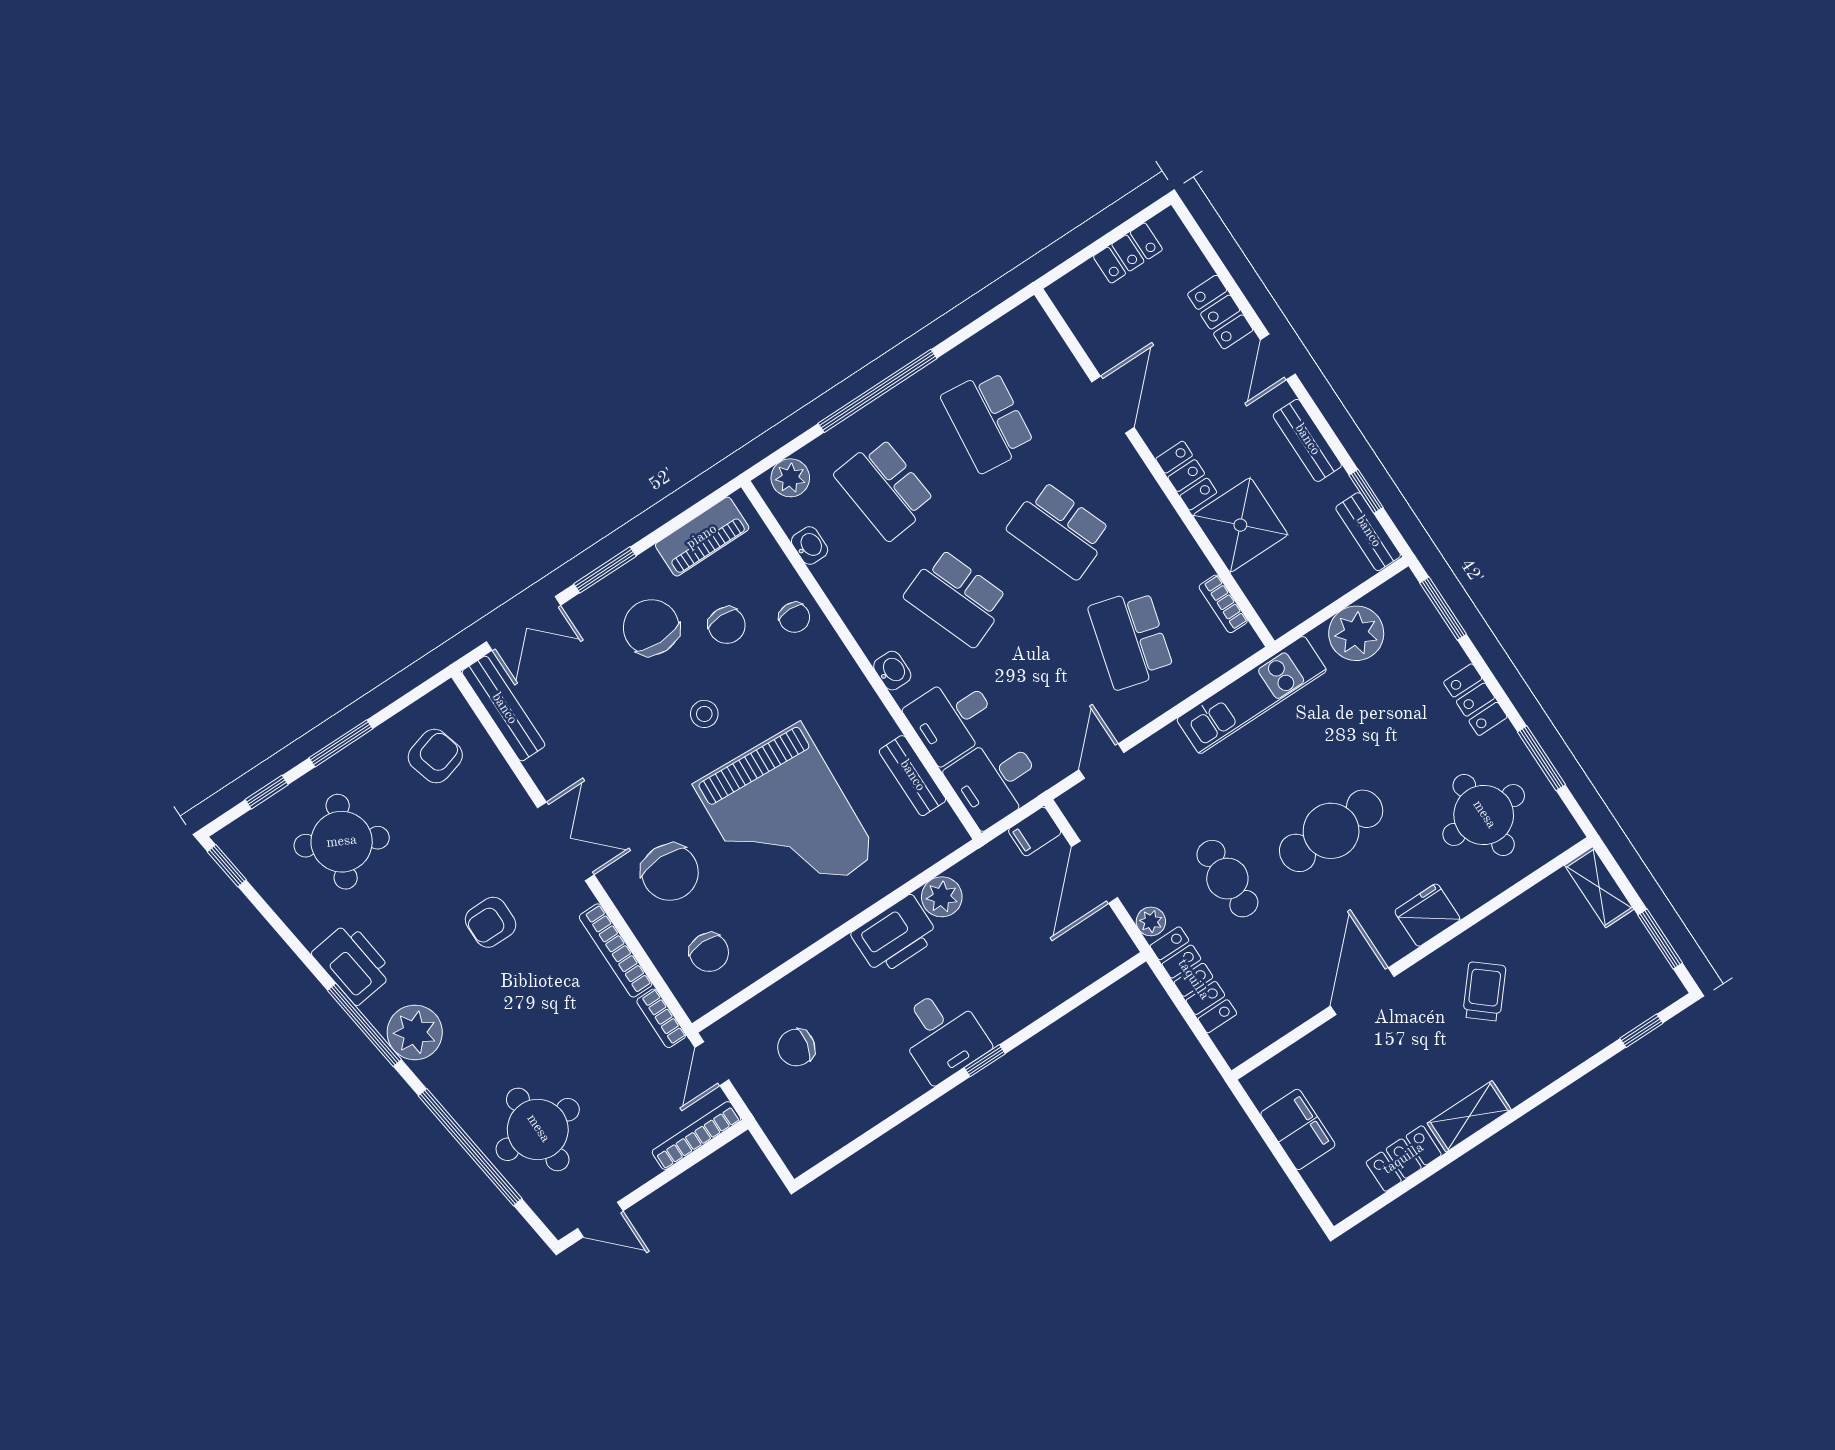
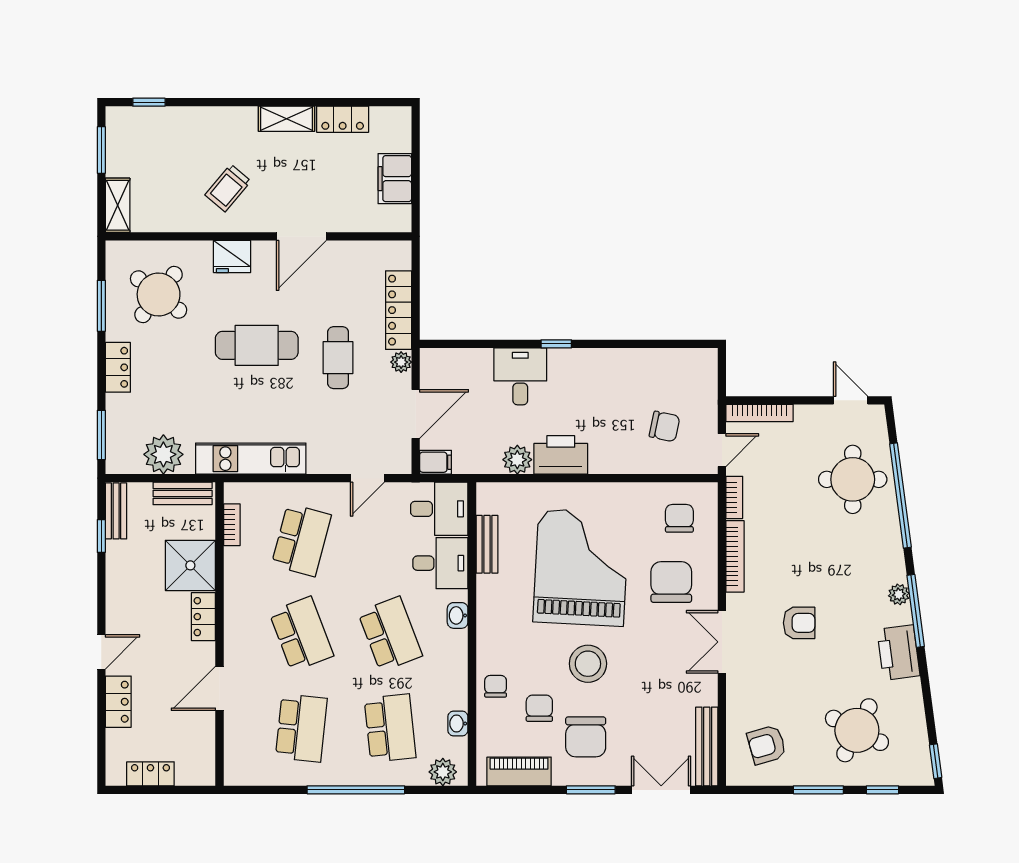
bench: (1307, 440) -> (183, 493), moved, turned 90
stool: (704, 714) -> (588, 664), width x1.89, depth x1.89
round table: (1484, 815) -> (159, 295), turned 38
plant: (415, 1032) -> (899, 594), width x0.53, depth x0.53
desk: (942, 1035) -> (520, 376), moved

